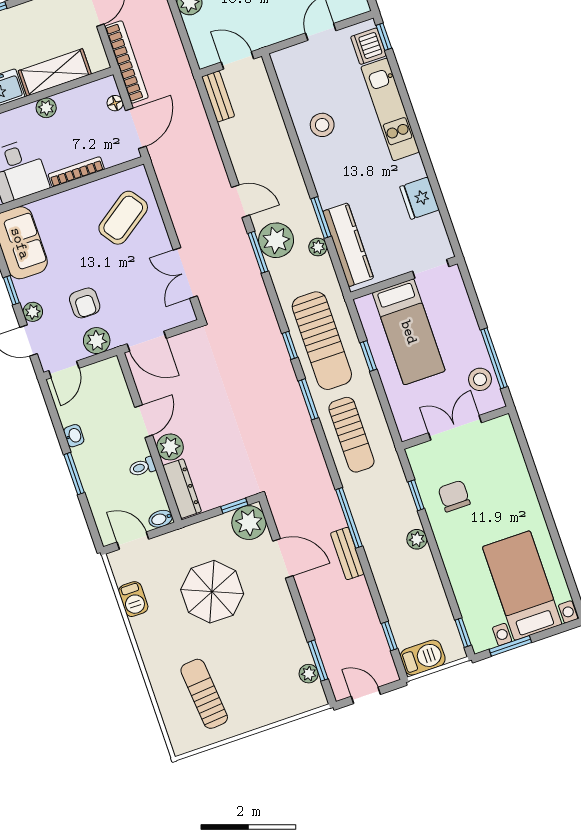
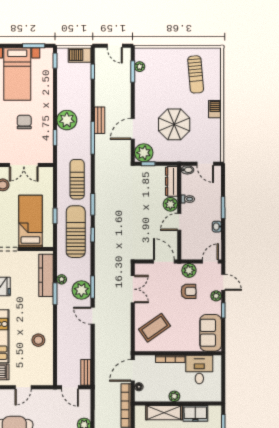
armchair: (85, 303) -> (189, 291), turned 90
chair: (454, 496) -> (24, 122), moved, turned 180
plant: (417, 539) -> (67, 120), width x1.88, depth x1.88
door: (283, 558) -> (133, 129), hinge flipped
barbecue: (133, 599) -> (215, 109), moved

